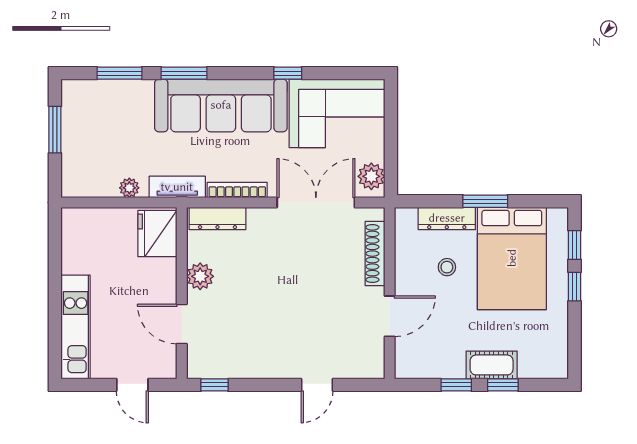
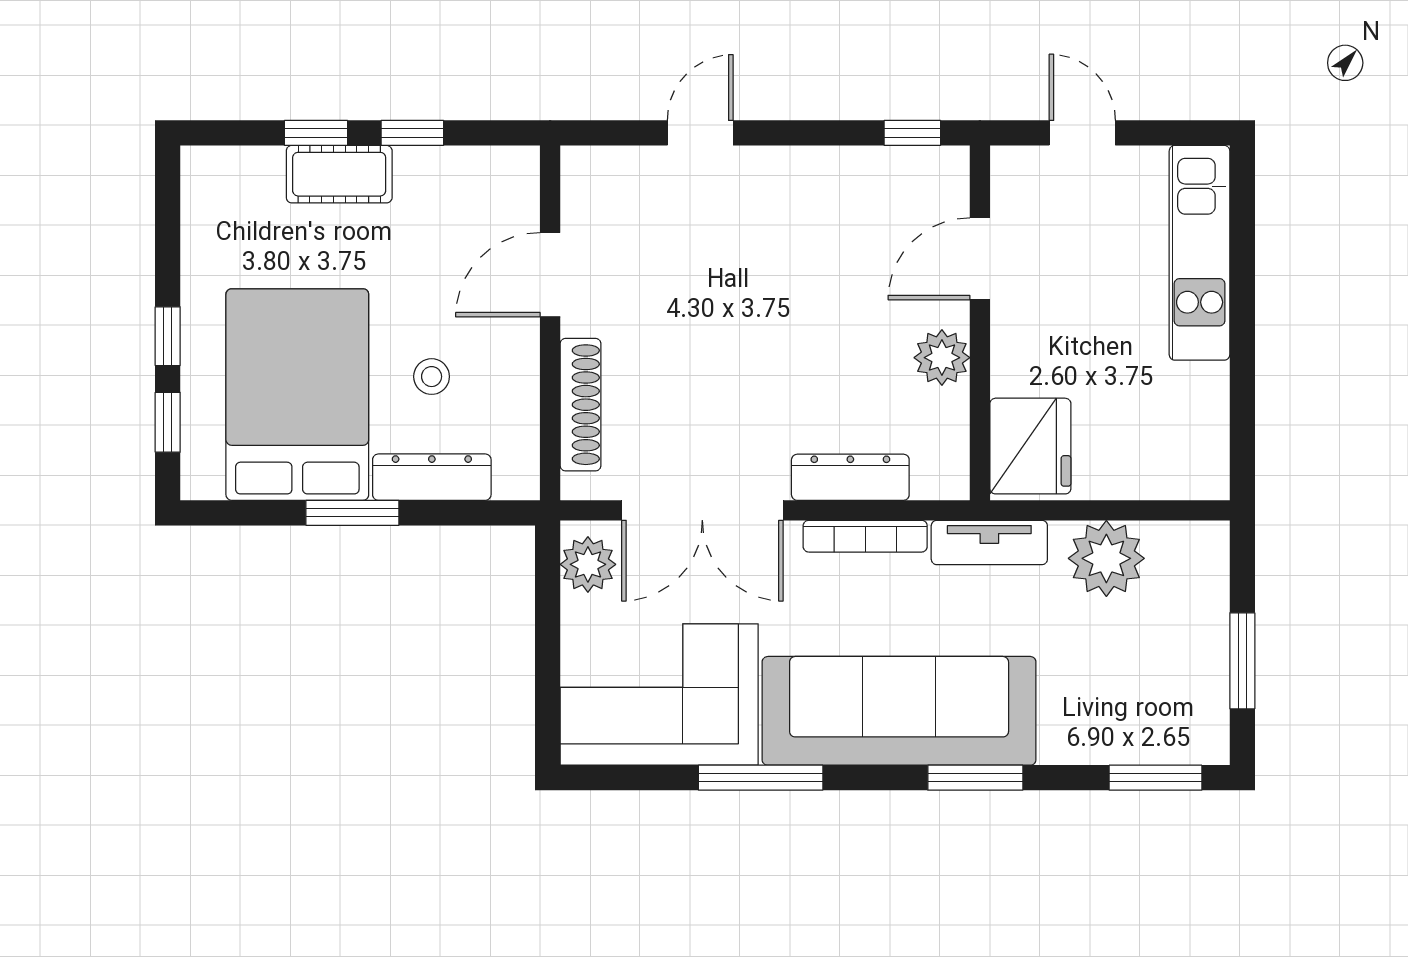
window: (119, 73) -> (1156, 778), moved
window: (288, 73) -> (761, 778), width x2.17
plant: (129, 188) -> (1106, 558), width x1.87, depth x1.87
dresser: (217, 218) -> (850, 477), moved
door: (182, 324) -> (980, 259), swing flipped

